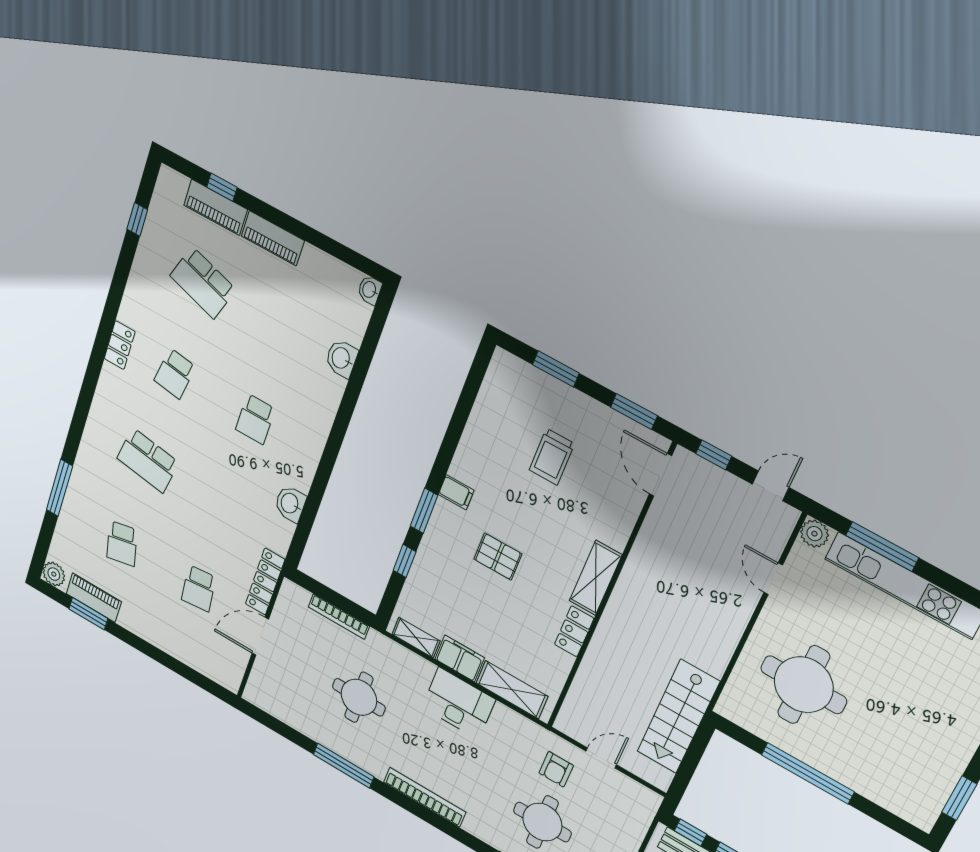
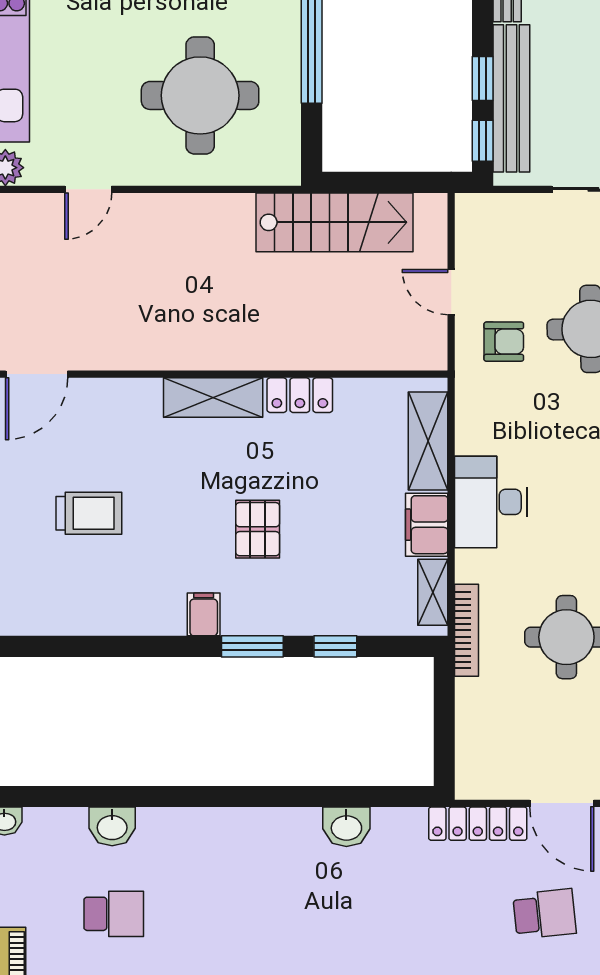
school desk: (255, 419) -> (114, 914), moved
bookcase: (339, 617) -> (467, 630), moved

